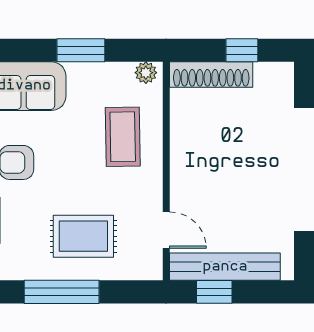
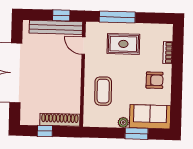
window: (81, 50) -> (136, 134), moved
plant: (146, 73) -> (123, 122), moved
window: (62, 292) -> (117, 17), moved

